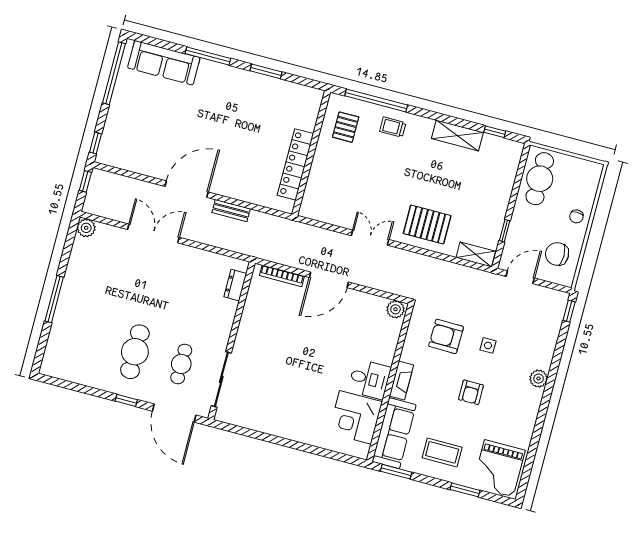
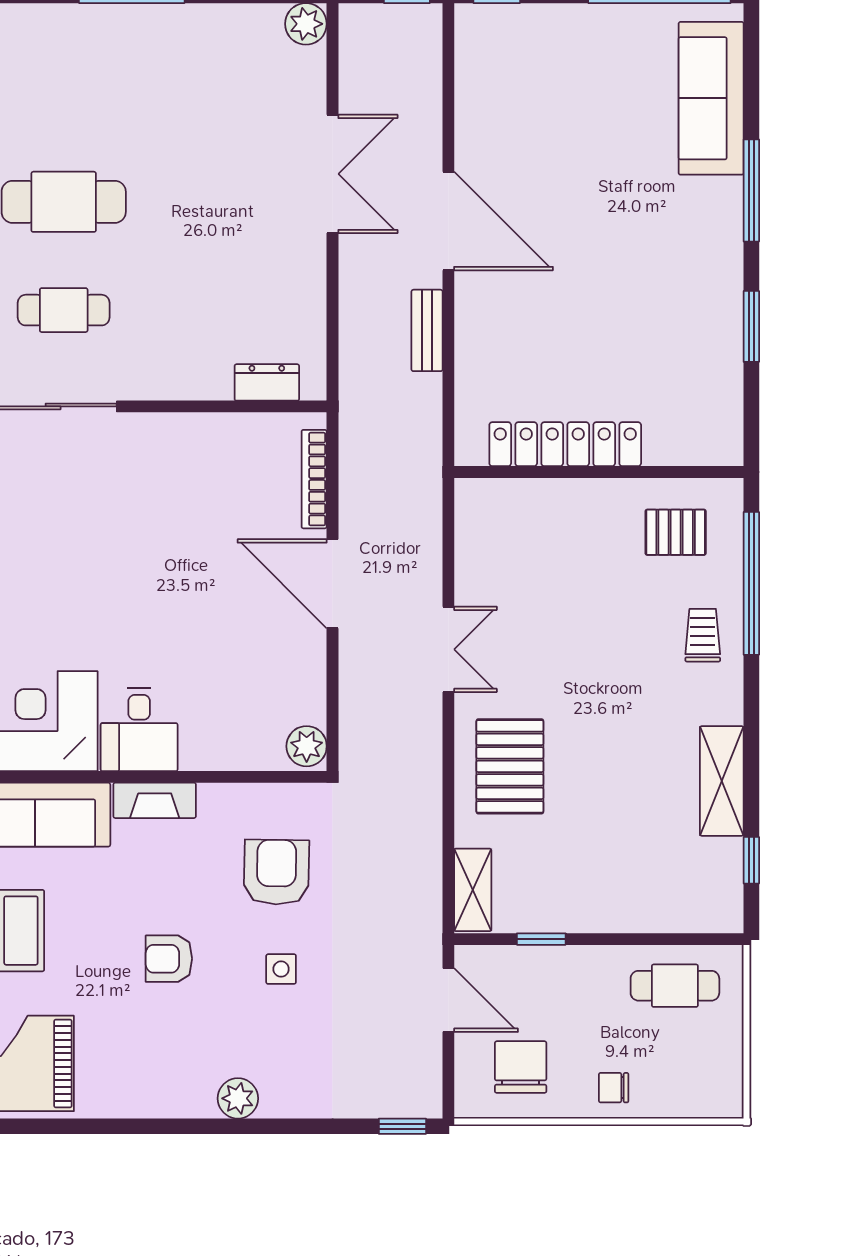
cafe table: (540, 179) -> (675, 986), width x0.73, depth x0.74

